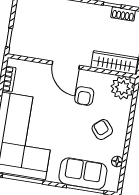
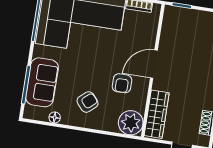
armchair: (84, 96) -> (122, 83), turned -90

